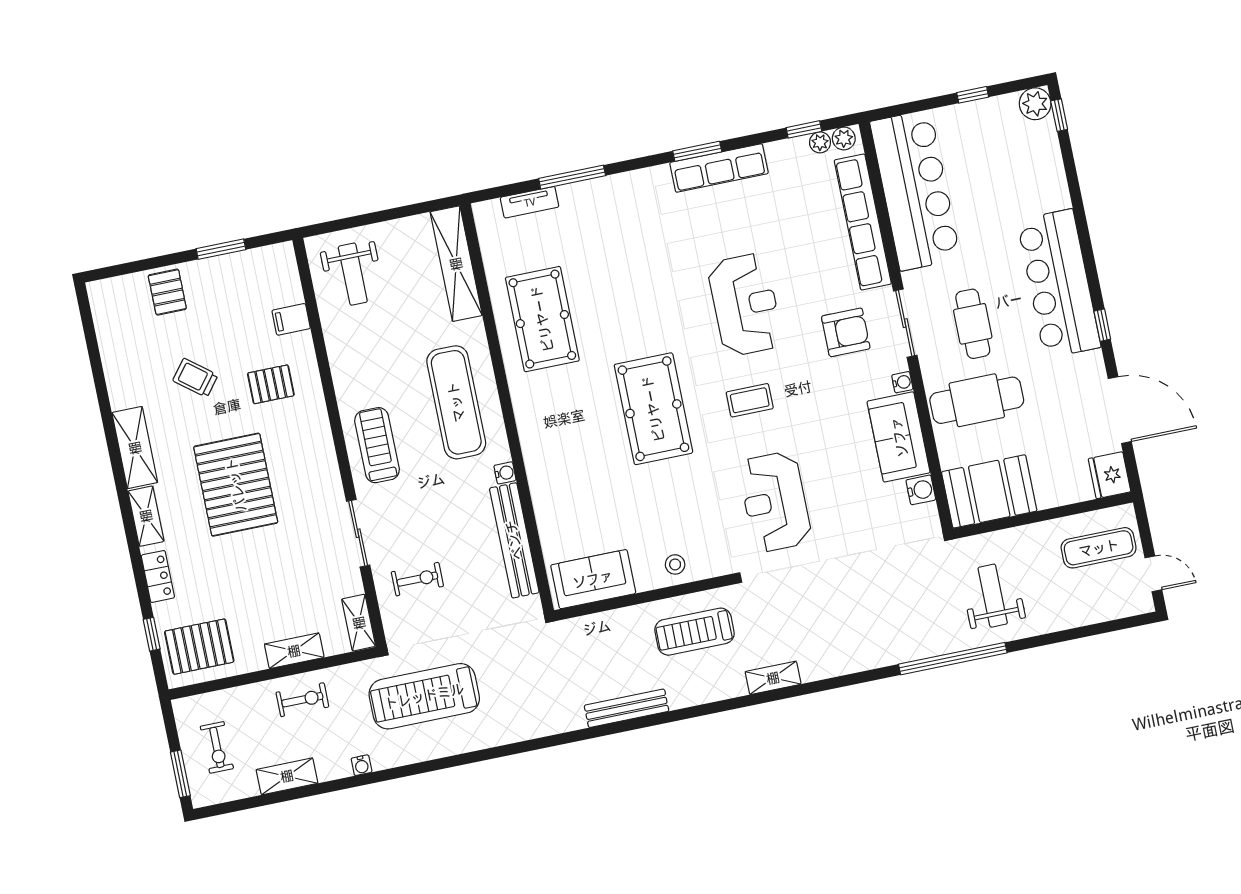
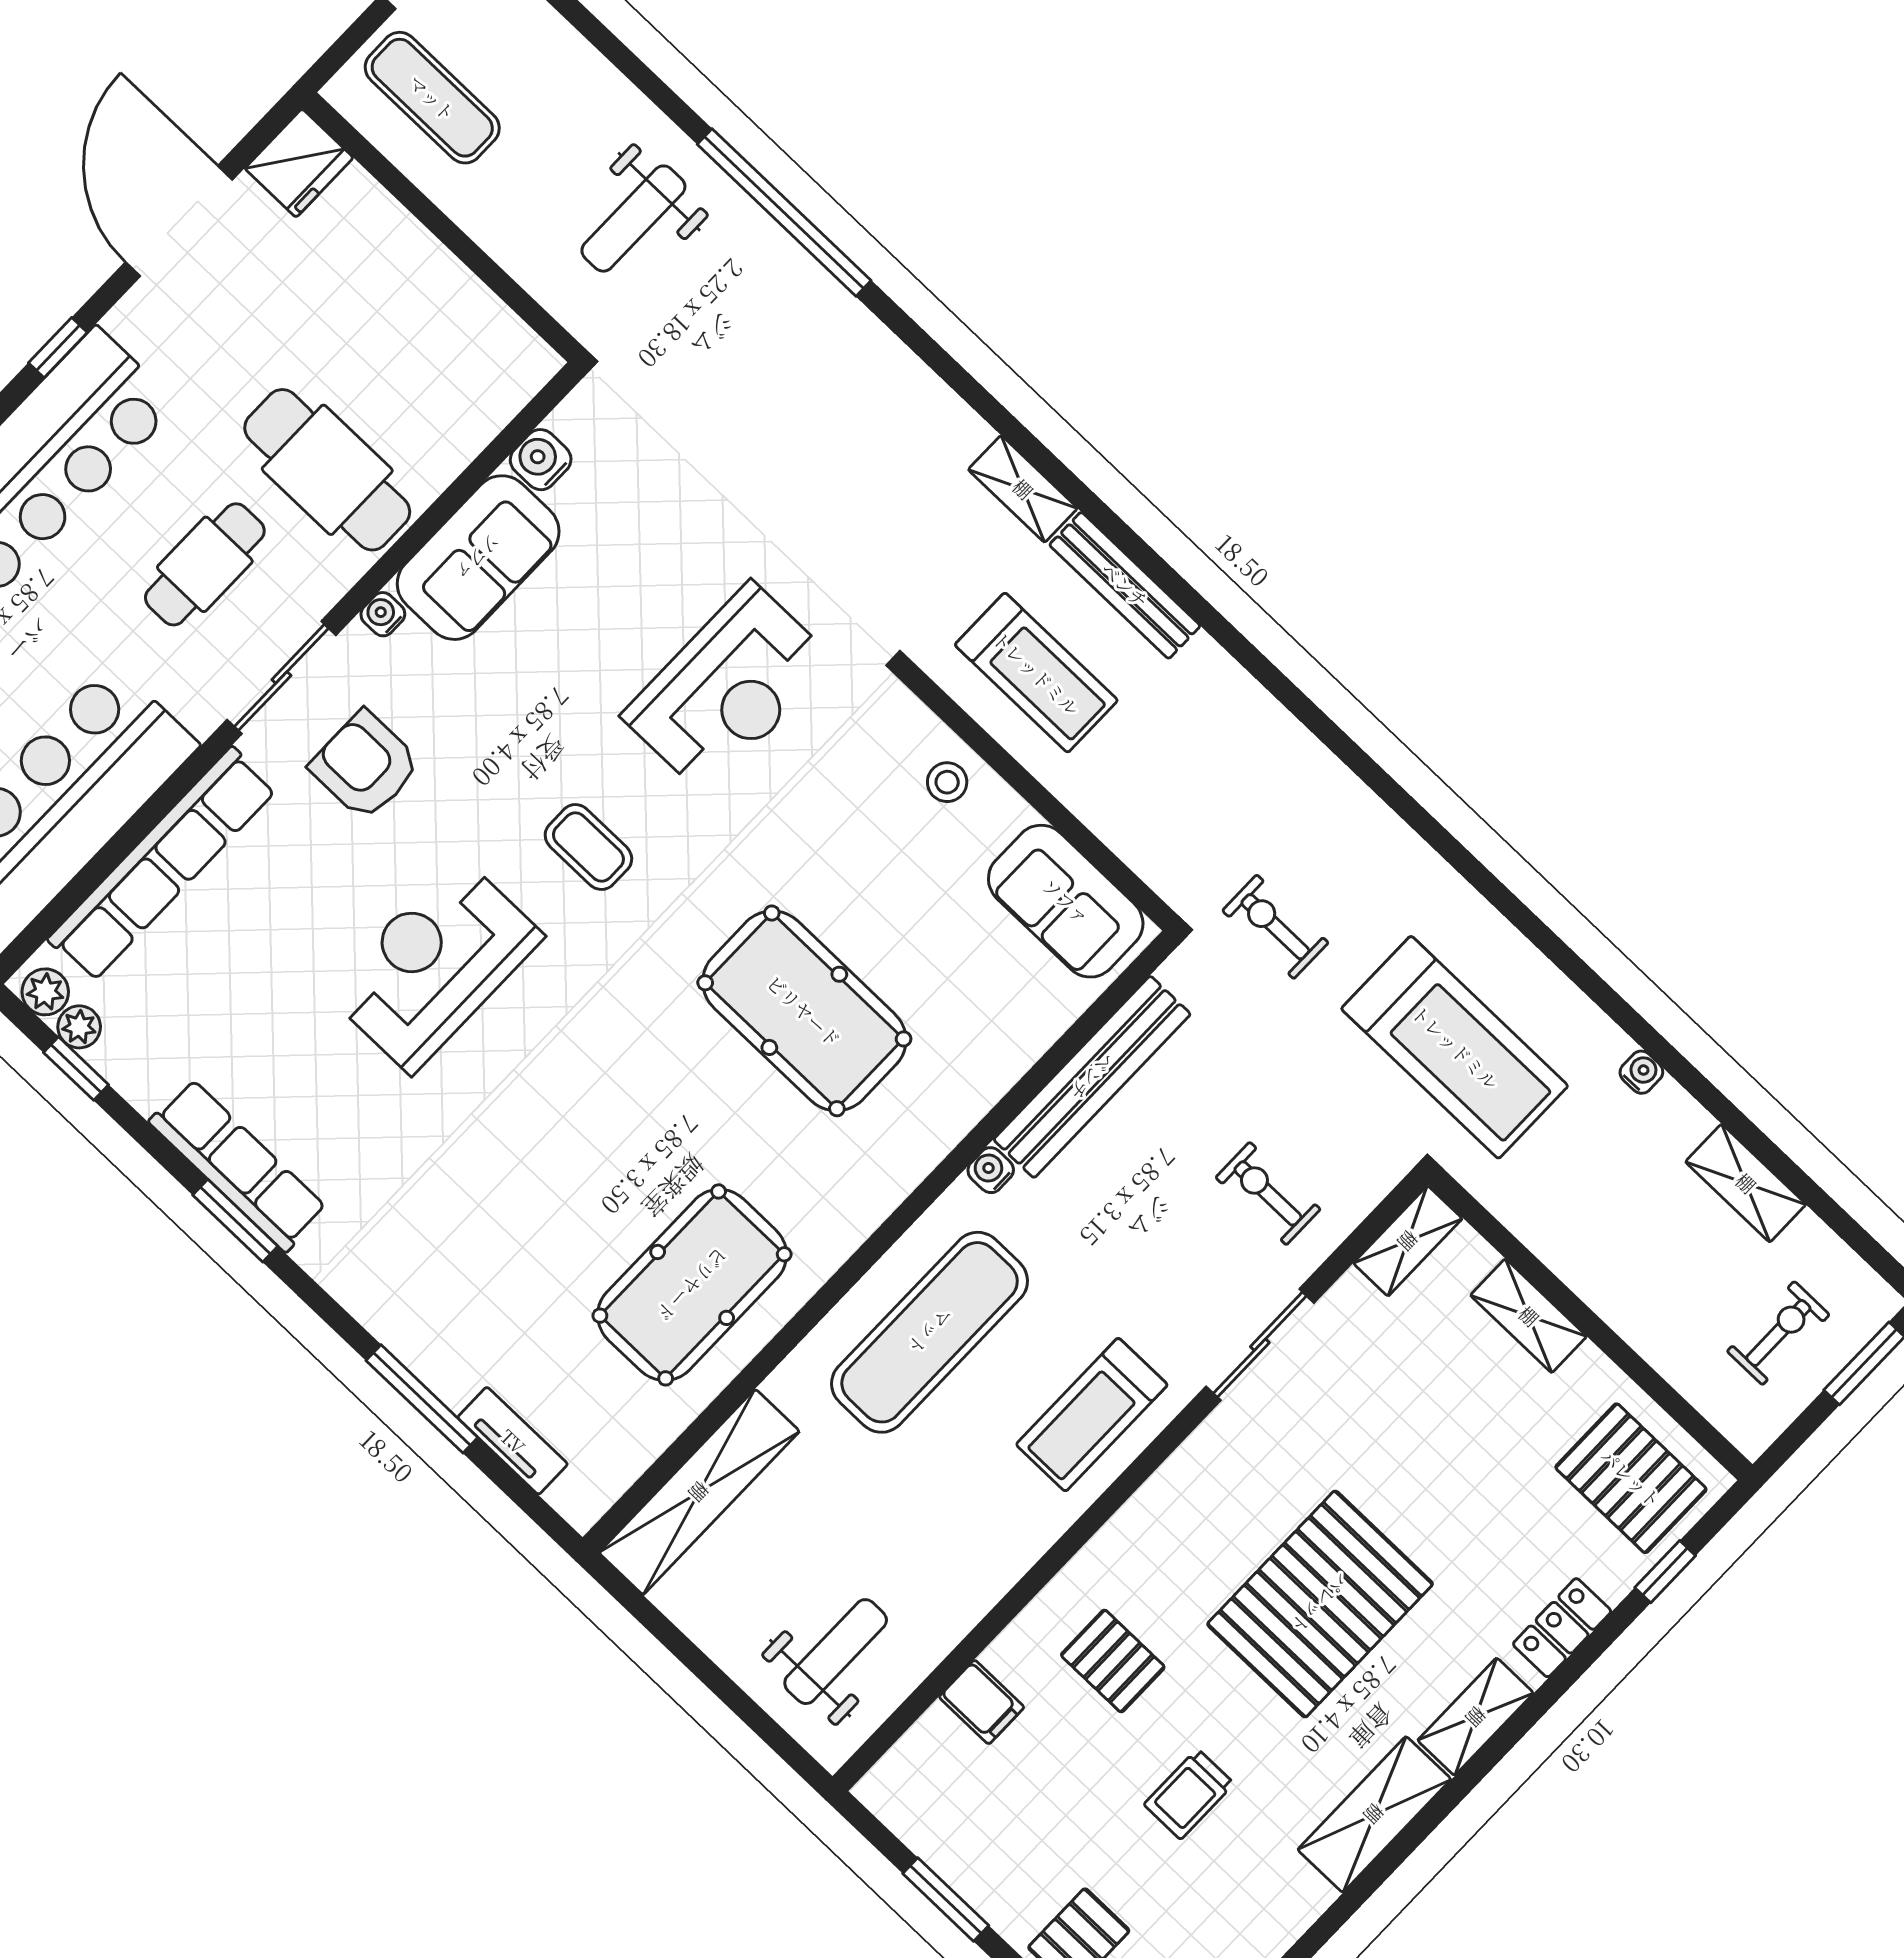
trolley: (195, 378) -> (1189, 1794), turned 52
pool table: (653, 409) -> (804, 1011), moved, turned 90
booth: (989, 491) -> (464, 344), removed
exercise bike: (302, 700) -> (1275, 927), moved
bench: (627, 708) -> (1125, 585), moved

